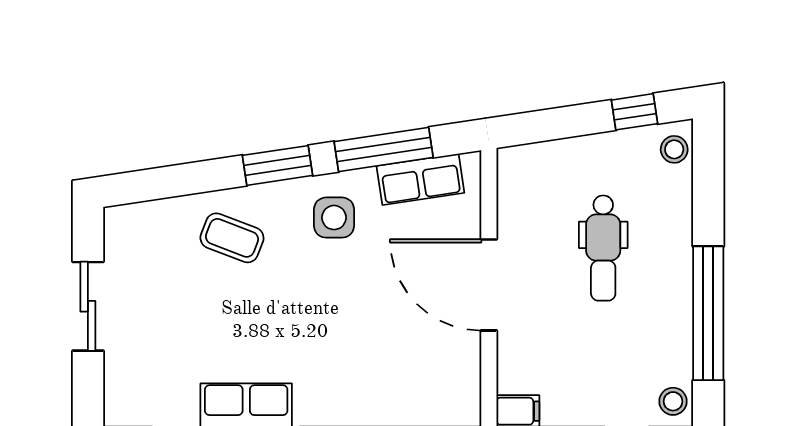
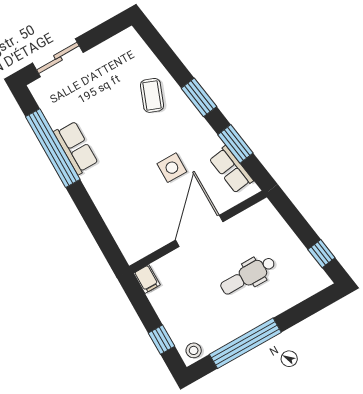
window: (384, 149) -> (235, 144), width x0.69
stool: (674, 149) -> (314, 283), removed
side table: (334, 218) -> (172, 168), moved
sliding door: (88, 306) -> (58, 58), moved

